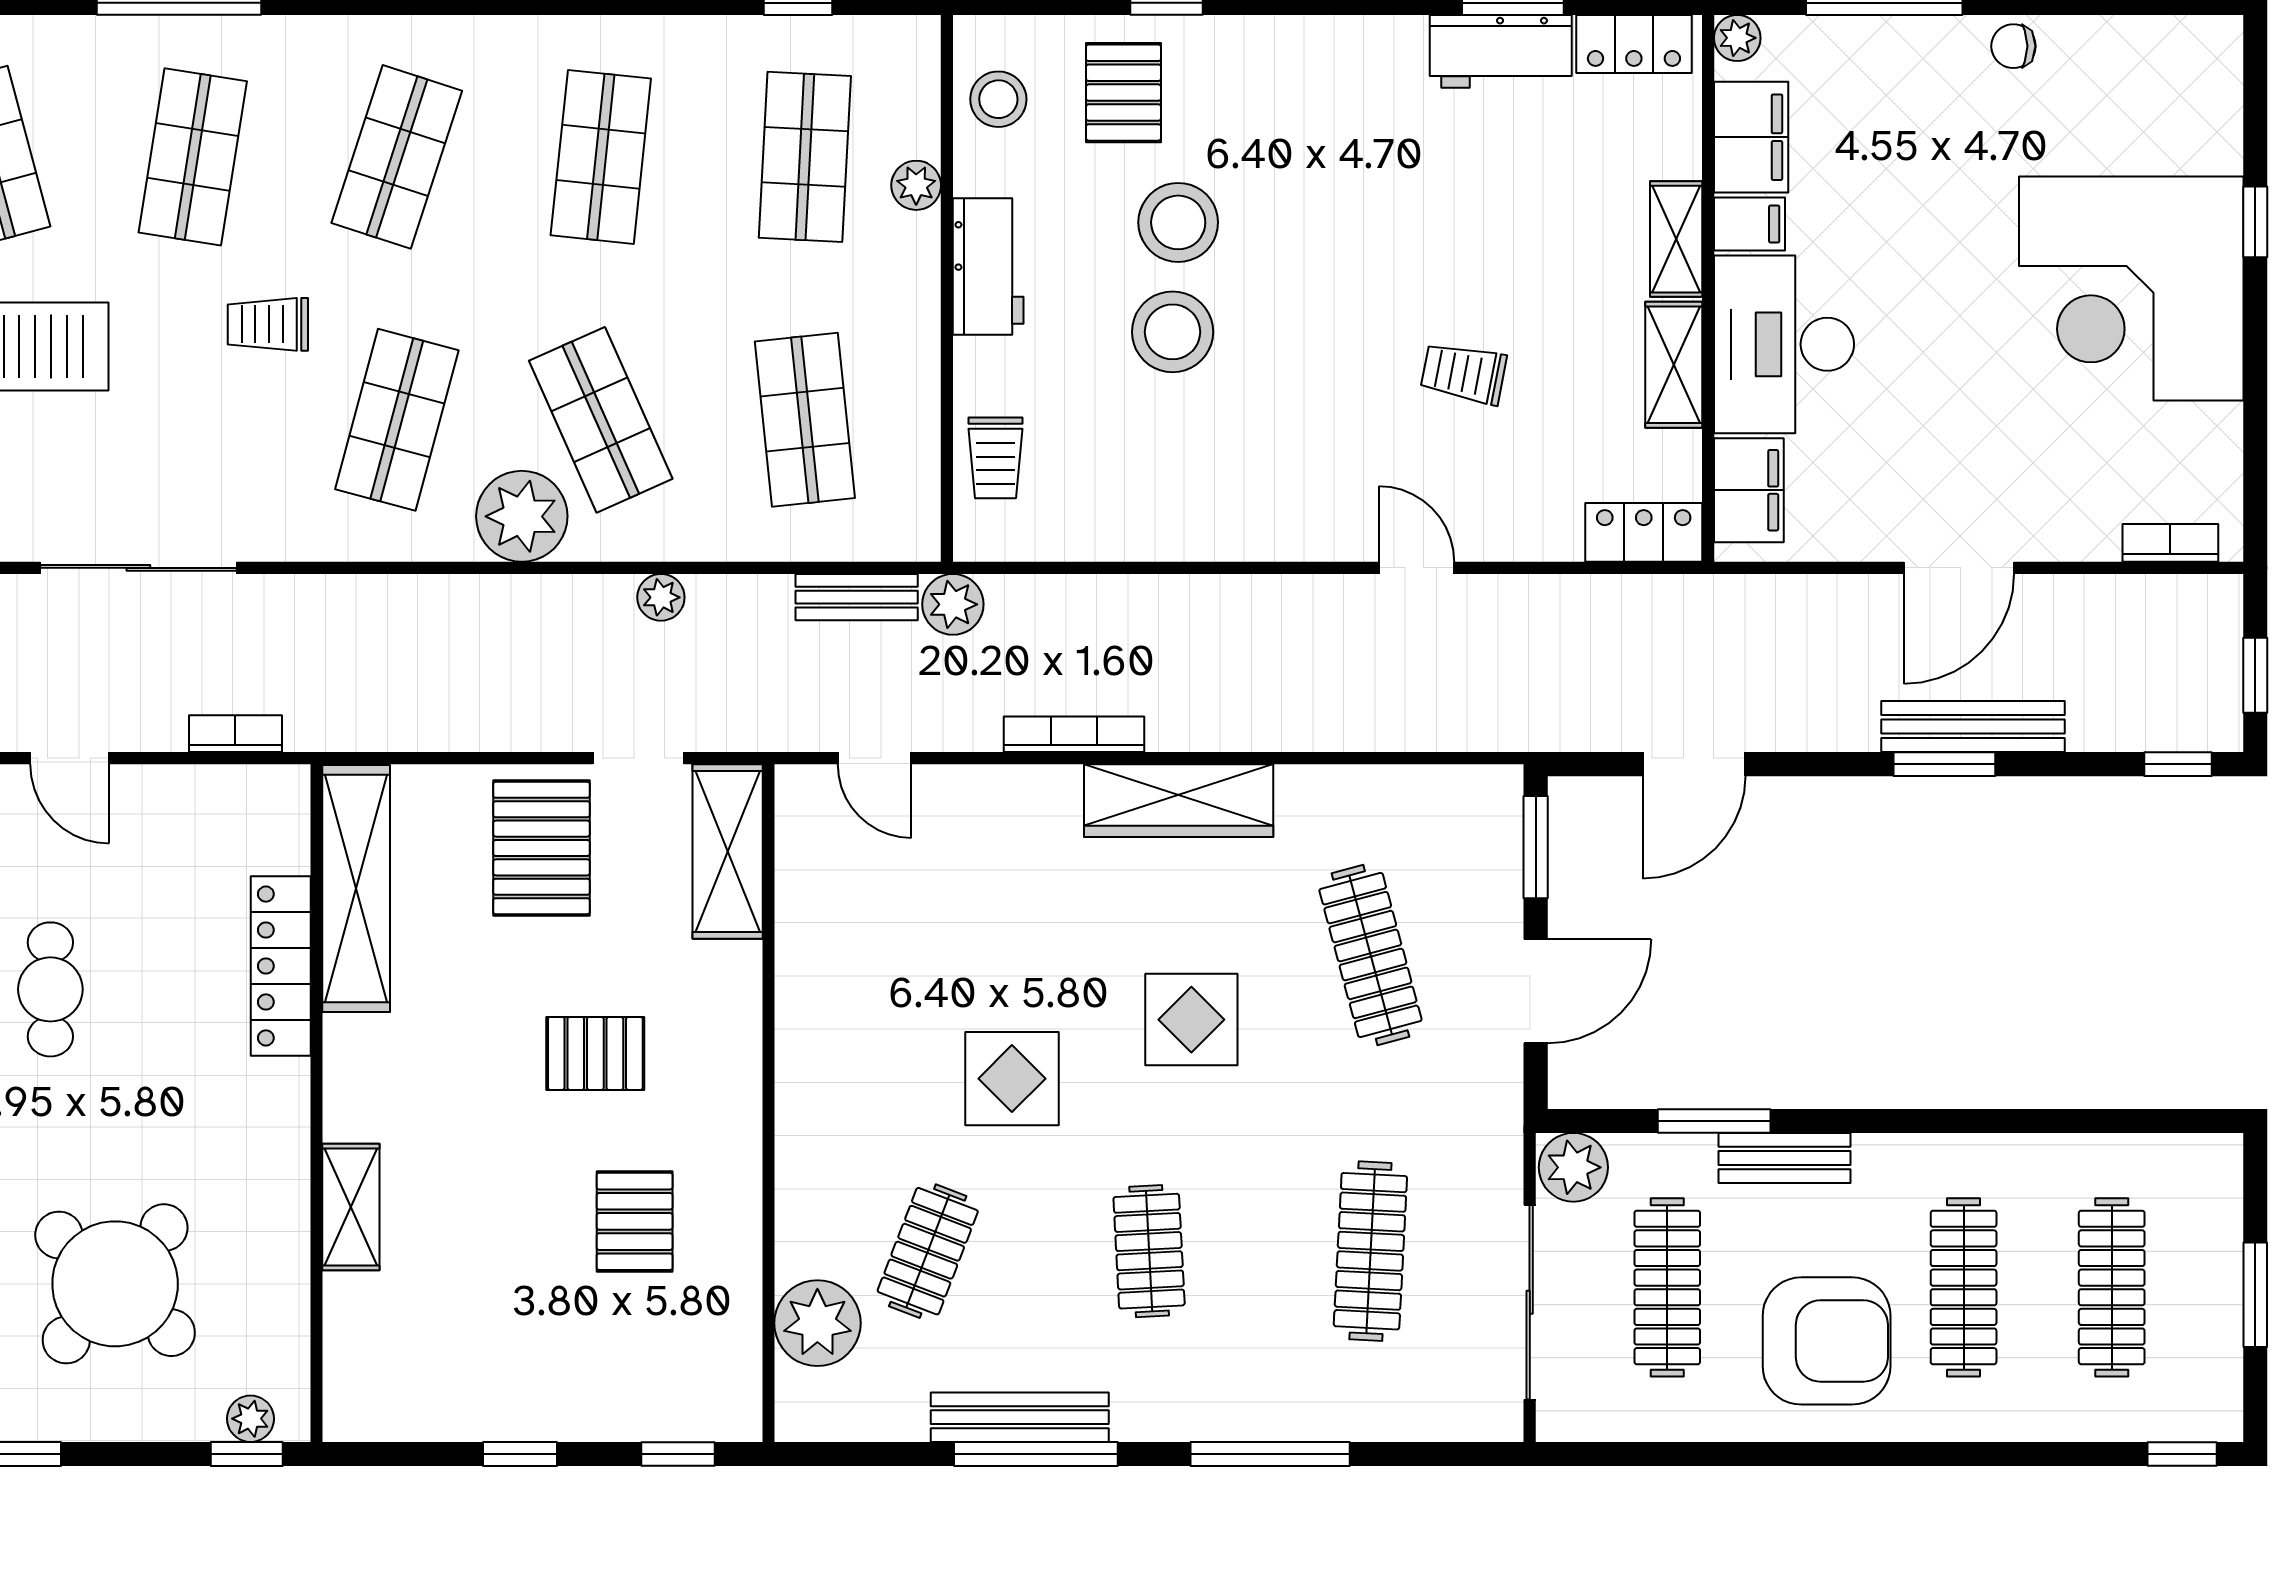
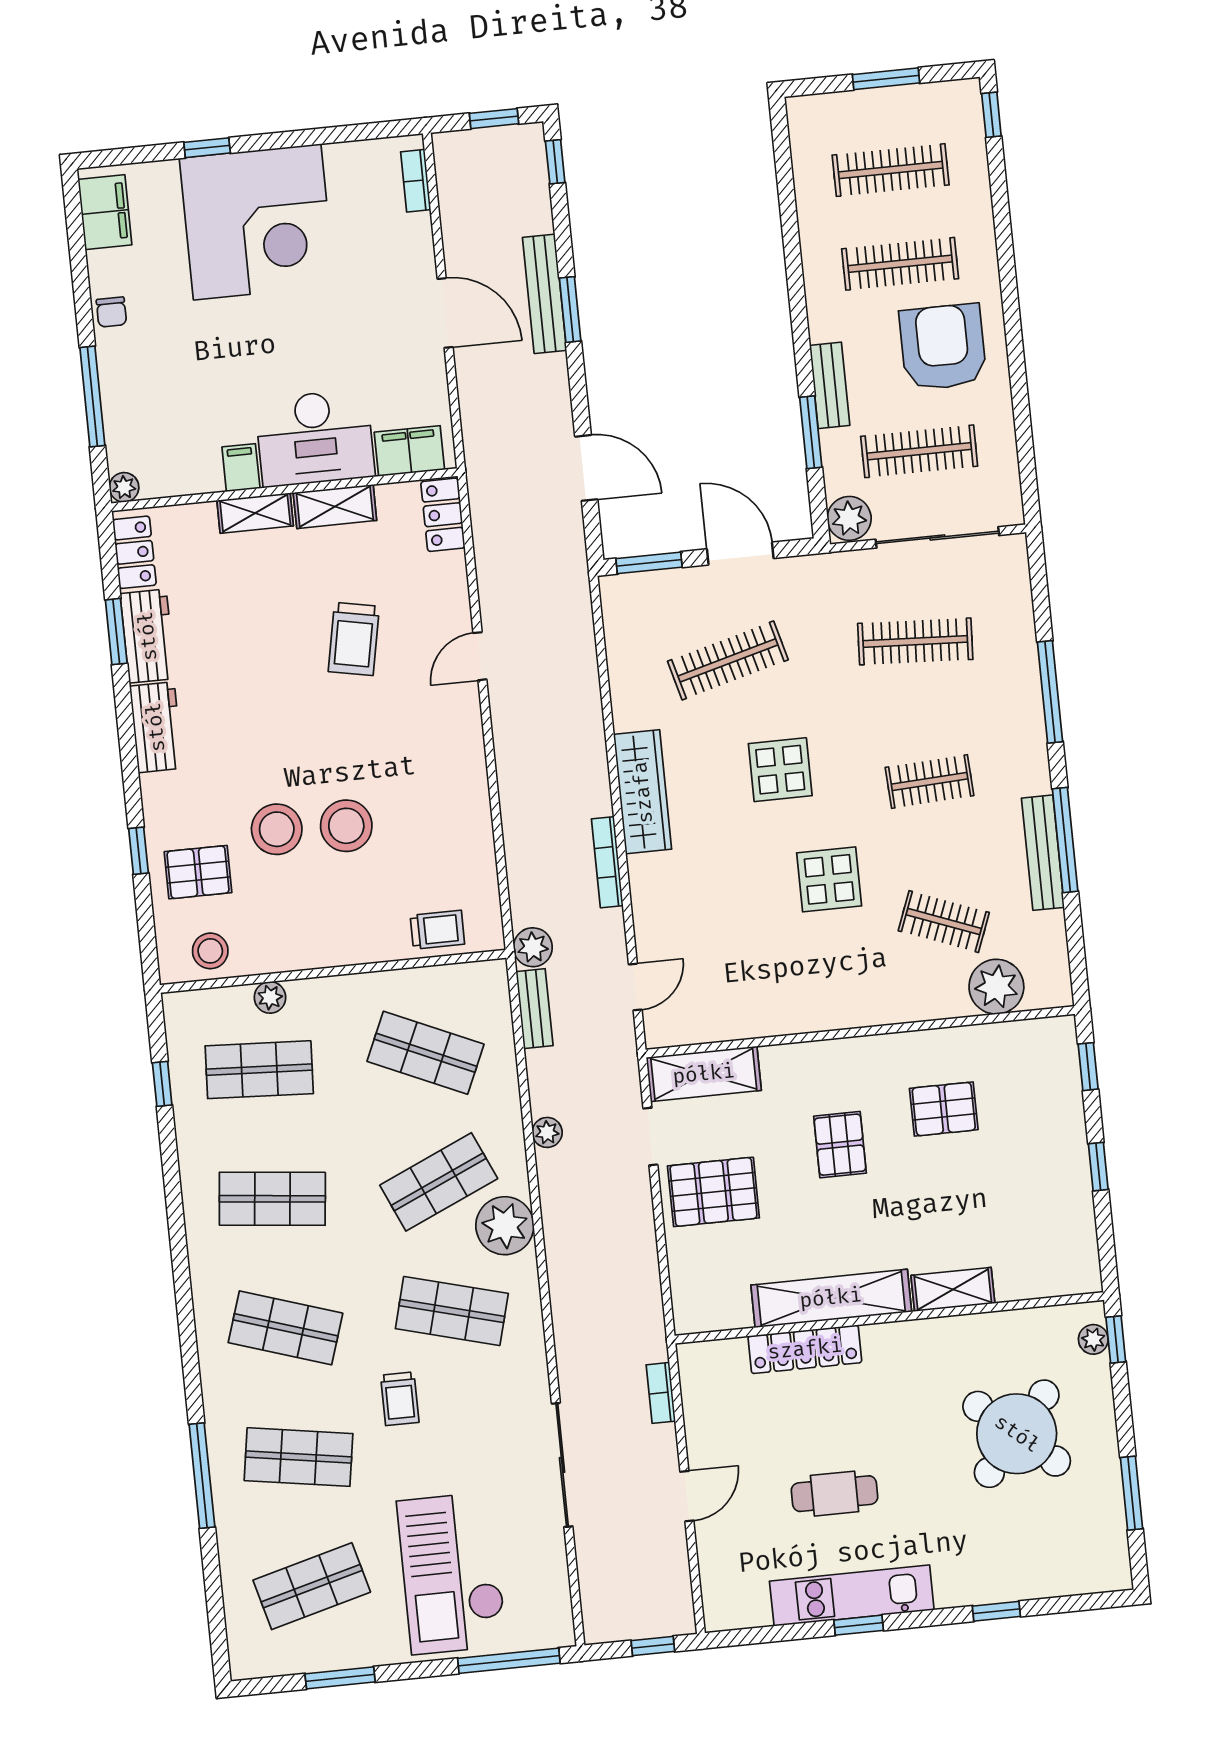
filing cabinet: (1751, 137) -> (105, 212), moved, turned 90
workbench: (988, 266) -> (156, 727), moved, turned 90
trolley: (1464, 373) -> (354, 639), width x1.36, depth x1.39
shop shelf: (805, 420) -> (426, 1053), turned 30
shelving: (356, 889) -> (831, 1298), moved

